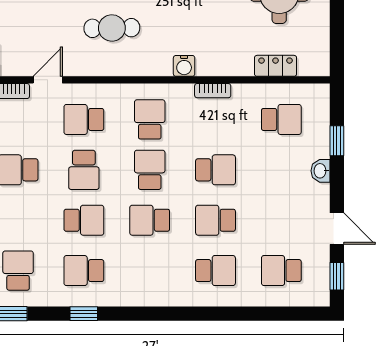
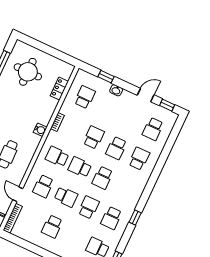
window: (84, 314) -> (135, 218), moved

